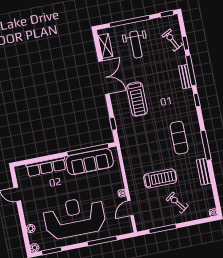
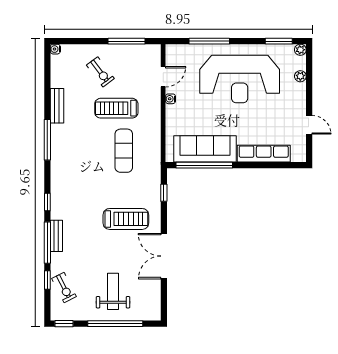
shelving: (105, 46) -> (154, 297), removed
treadmill: (137, 99) -> (126, 219), turned 90
exercise mat: (179, 138) -> (124, 151), moved

